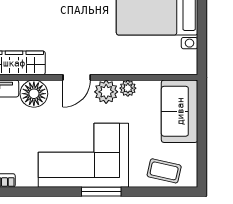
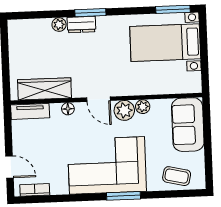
door: (77, 77) -> (99, 99), hinge flipped
floor lamp: (34, 94) -> (68, 109), width x0.53, depth x0.53

